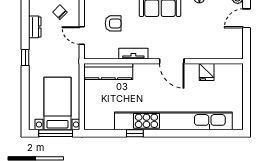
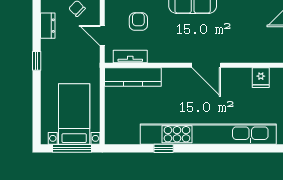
armchair: (113, 23) -> (138, 22), turned -90
tv unit: (133, 54) -> (130, 56), moved
fridge: (207, 72) -> (261, 78), moved

